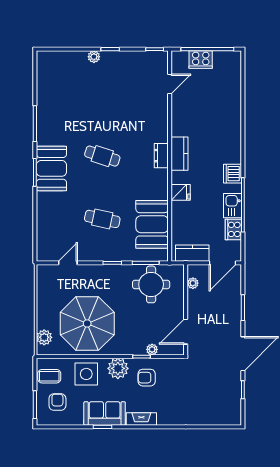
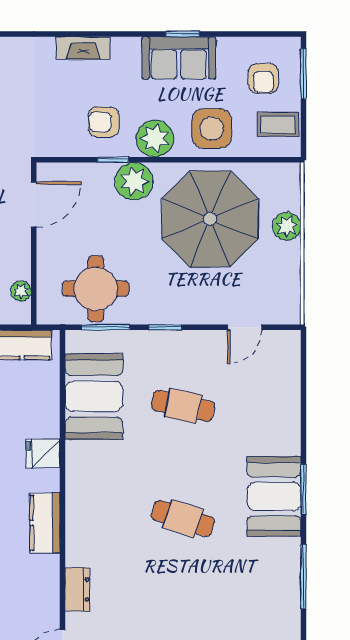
dresser: (161, 156) -> (77, 589), moved
plant: (44, 337) -> (287, 226), moved
plant: (152, 349) -> (134, 181), moved, width x1.88, depth x1.88
armchair: (147, 378) -> (104, 122), turned 180
fireplace: (141, 419) -> (83, 48), moved

